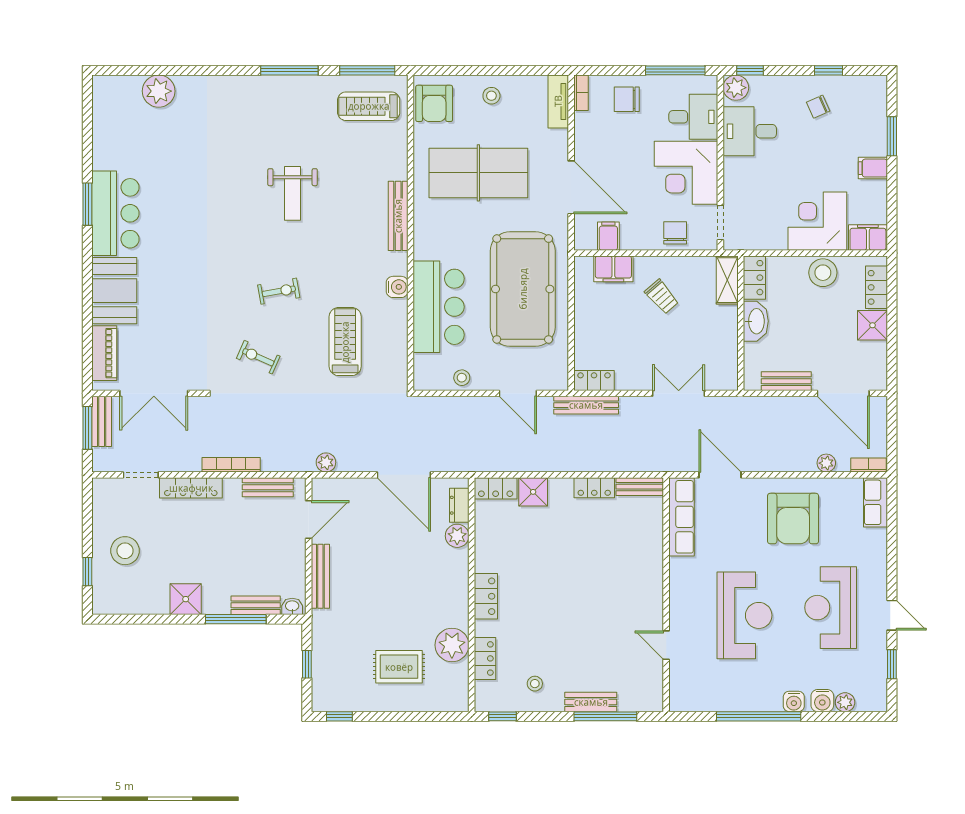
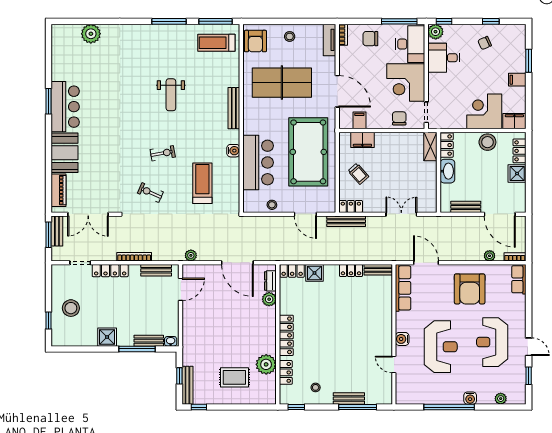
desk: (693, 117) -> (410, 44), width x1.37
trolley: (662, 297) -> (358, 174), moved
bench: (320, 576) -> (187, 385), moved
locker: (486, 596) -> (286, 335), width x1.53
water cooler: (822, 701) -> (402, 339), moved, turned 90

